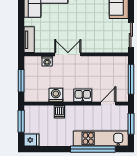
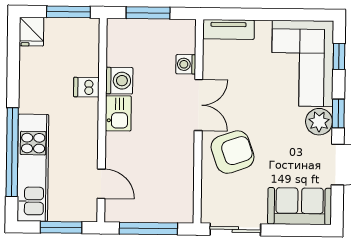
armchair: (91, 37) -> (233, 152), added
kitchen sink: (83, 95) -> (118, 113), moved

